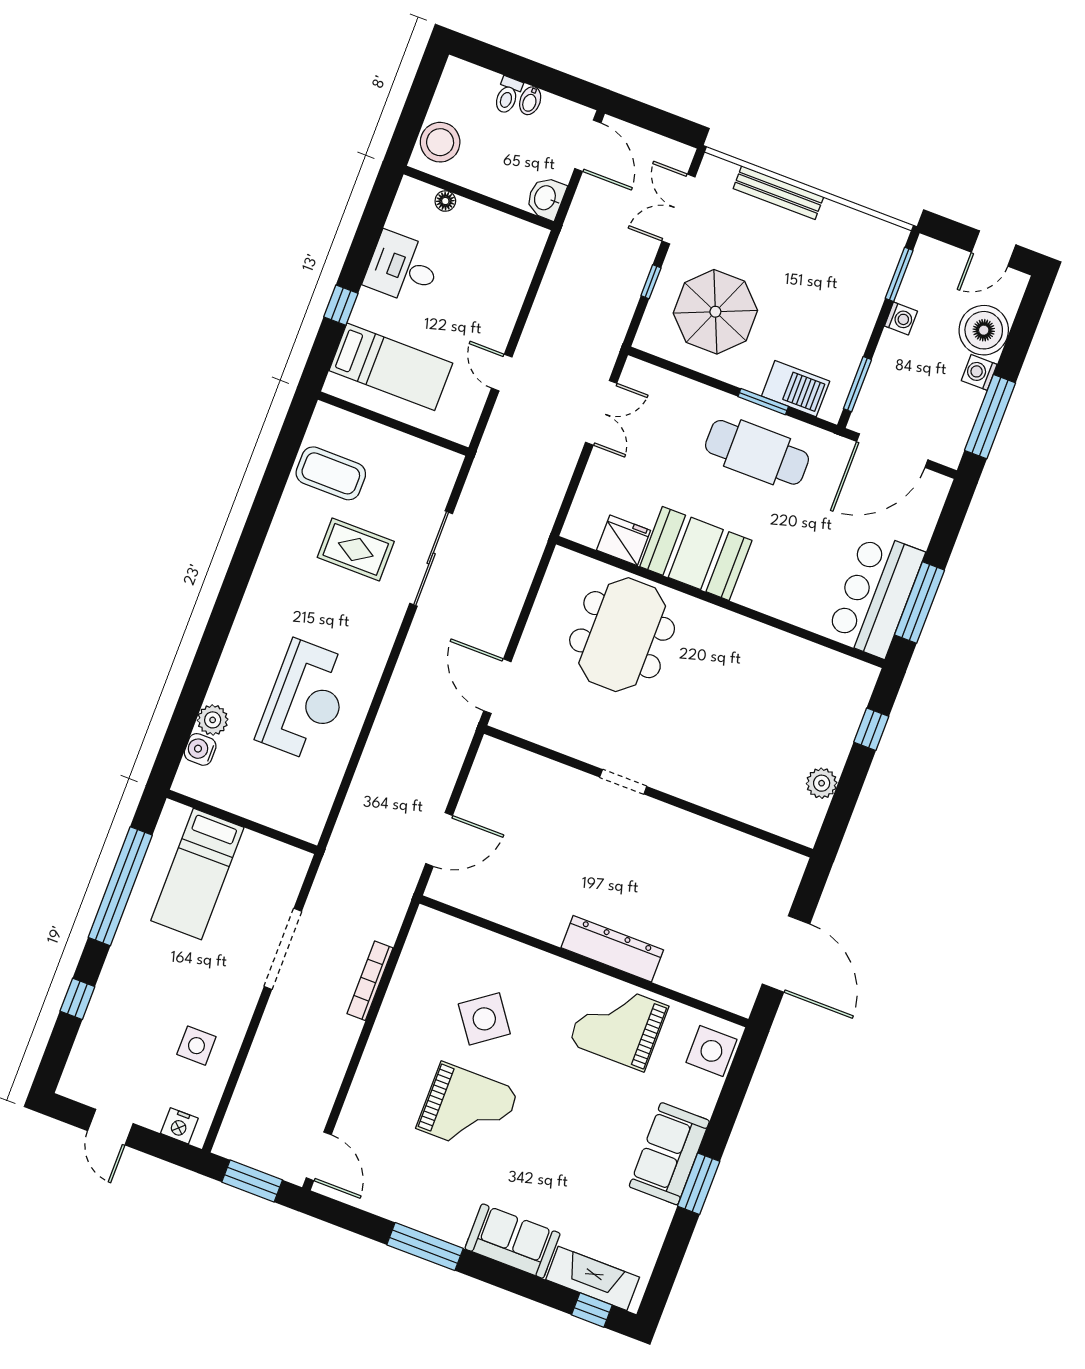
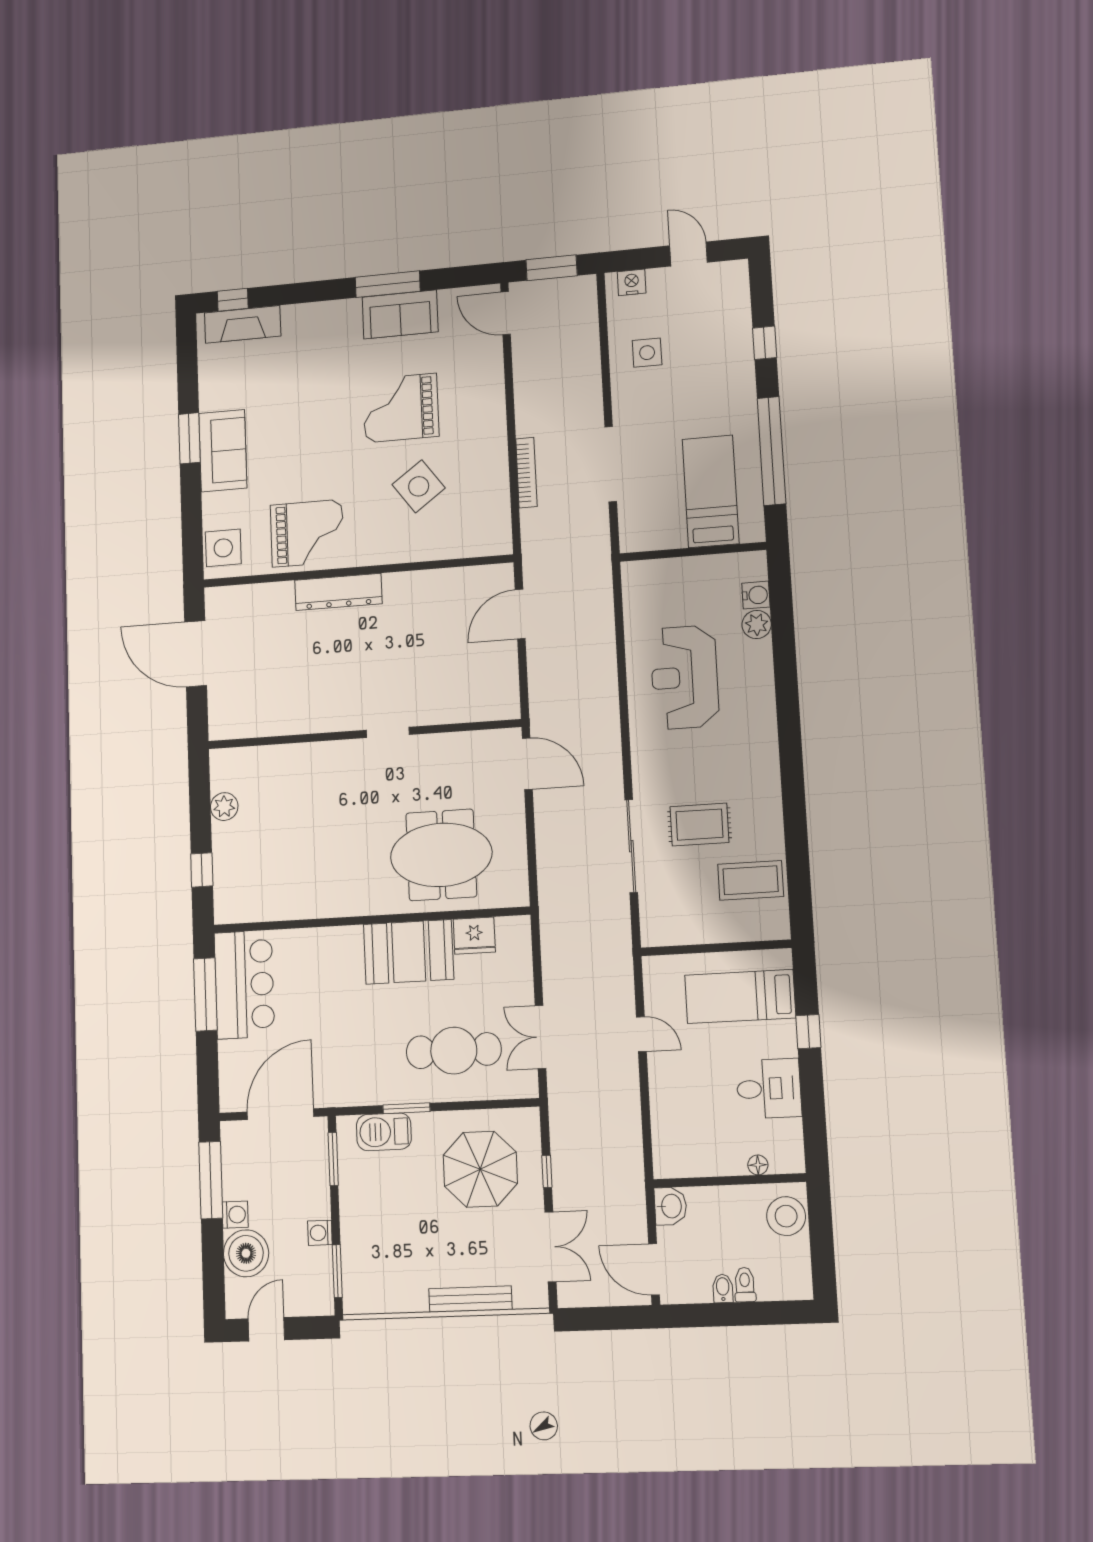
cafe table: (757, 452) -> (454, 1051), moved
meeting table: (622, 635) -> (441, 855), turned 90
sofa: (513, 1241) -> (400, 314), moved

